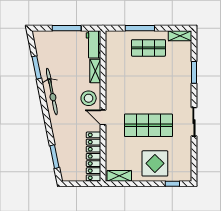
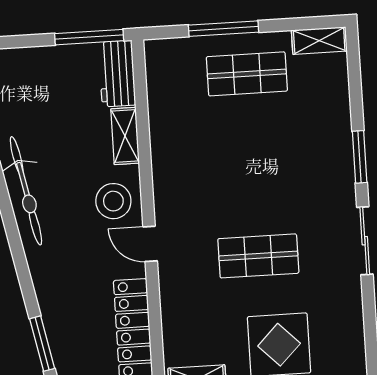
window: (67, 28) -> (89, 37), moved
window: (194, 72) -> (360, 157), moved
shop shelf: (148, 125) -> (258, 256), width x0.70, depth x0.74

